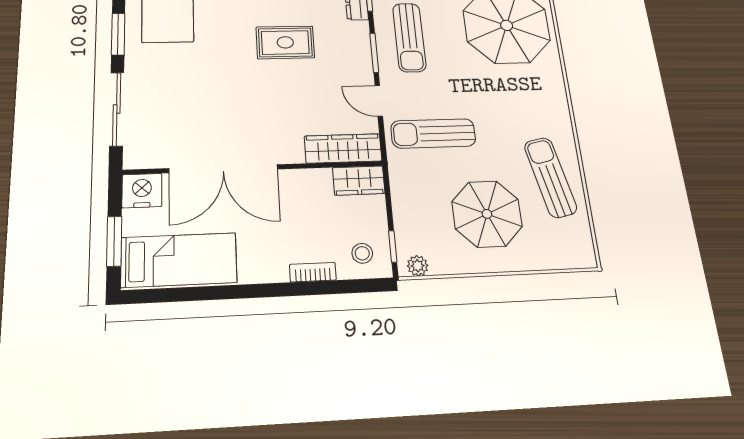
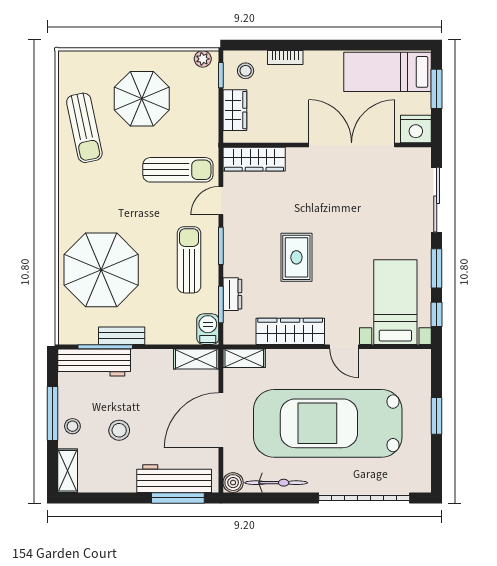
rug: (285, 42) -> (296, 257), turned 90
door: (379, 101) -> (221, 201), swing flipped
wardrobe: (359, 181) -> (235, 110), moved, turned 90

